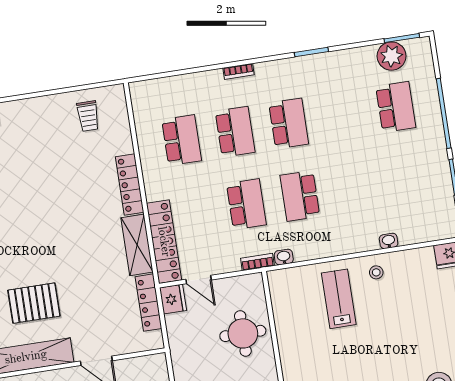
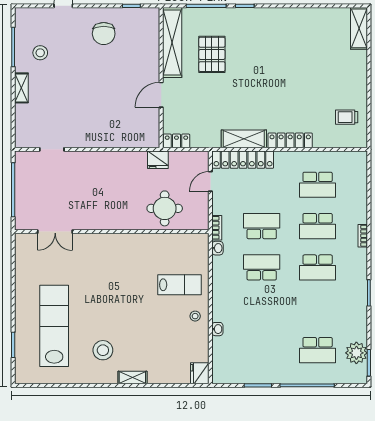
school desk: (246, 204) -> (262, 226), turned 180
fridge: (173, 299) -> (158, 160), moved
locker: (149, 303) -> (176, 141), moved, width x0.66

